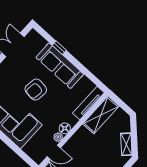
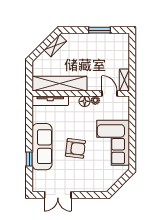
shelving: (101, 115) -> (59, 84), width x1.47

